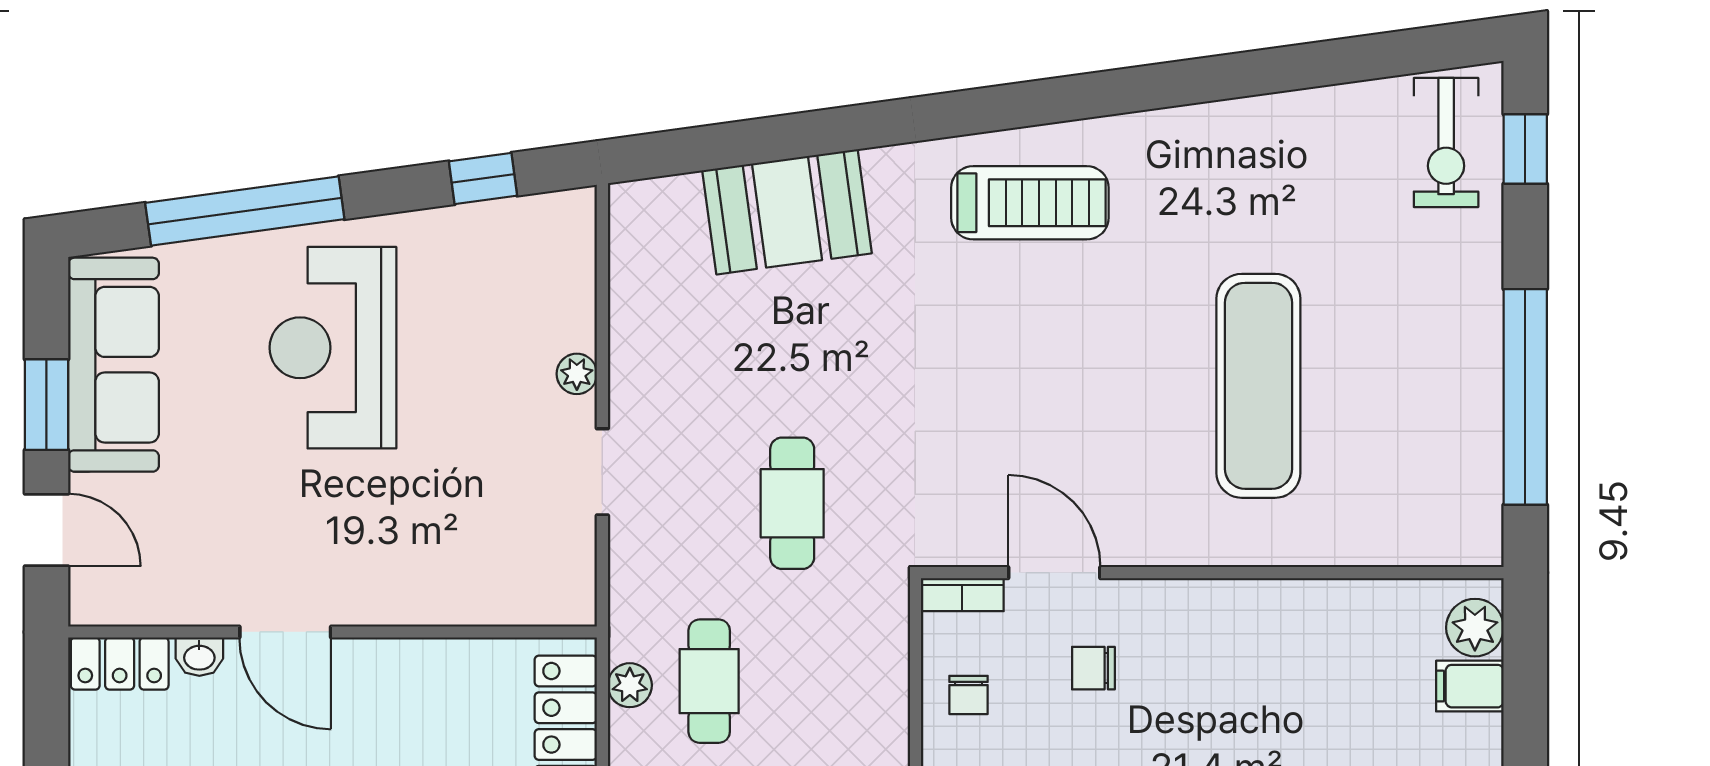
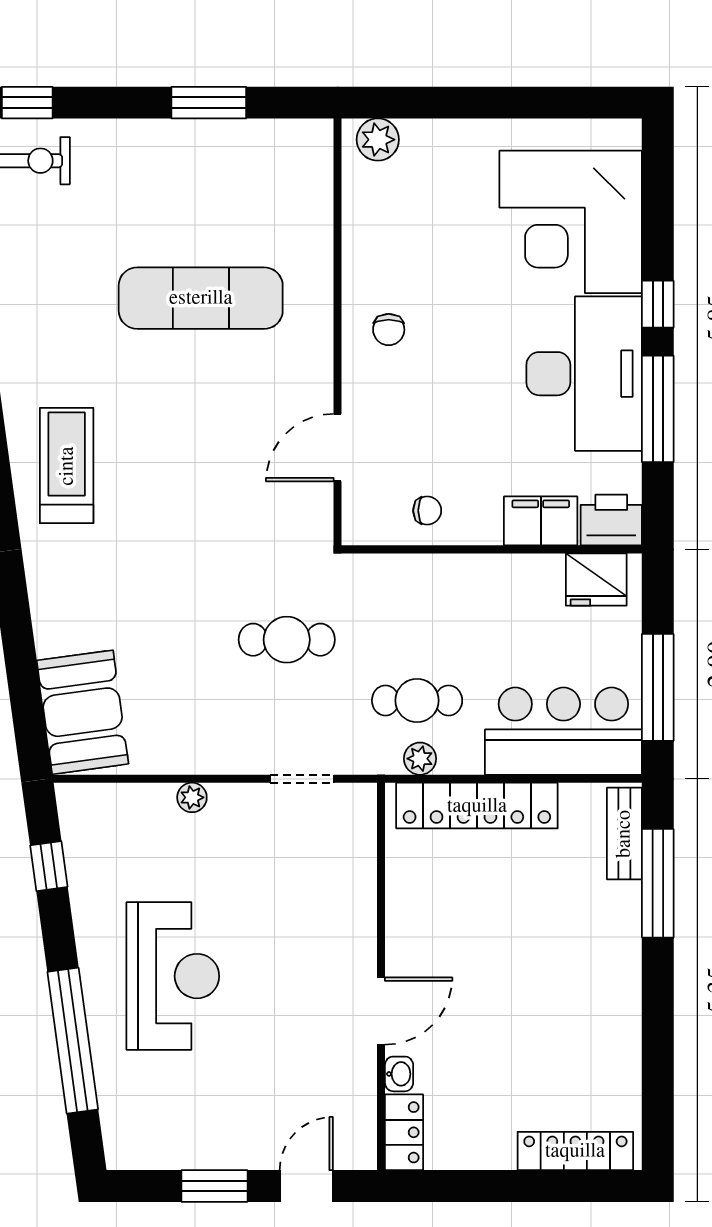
booth: (787, 212) -> (83, 712), moved
reception desk: (333, 348) -> (173, 976), turned -90
sofa: (113, 365) -> (185, 1137), removed
window: (1525, 397) -> (209, 103), width x0.47
doorway: (602, 472) -> (302, 779), moved
bookcase: (962, 595) -> (354, 515), removed
chair: (1093, 668) -> (389, 330), moved
filing cabinet: (1470, 686) -> (421, 143), removed

